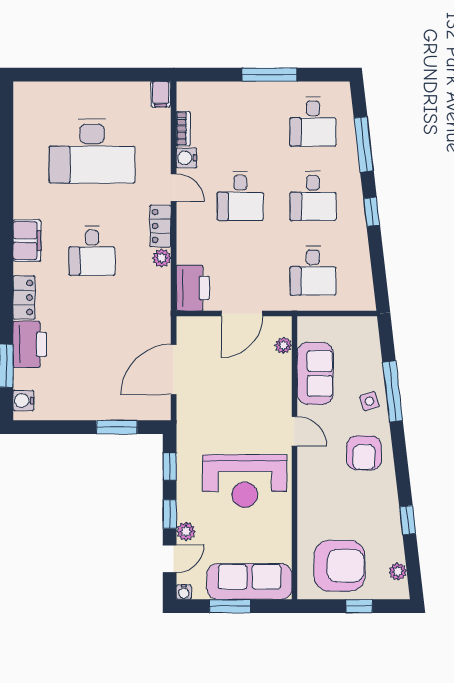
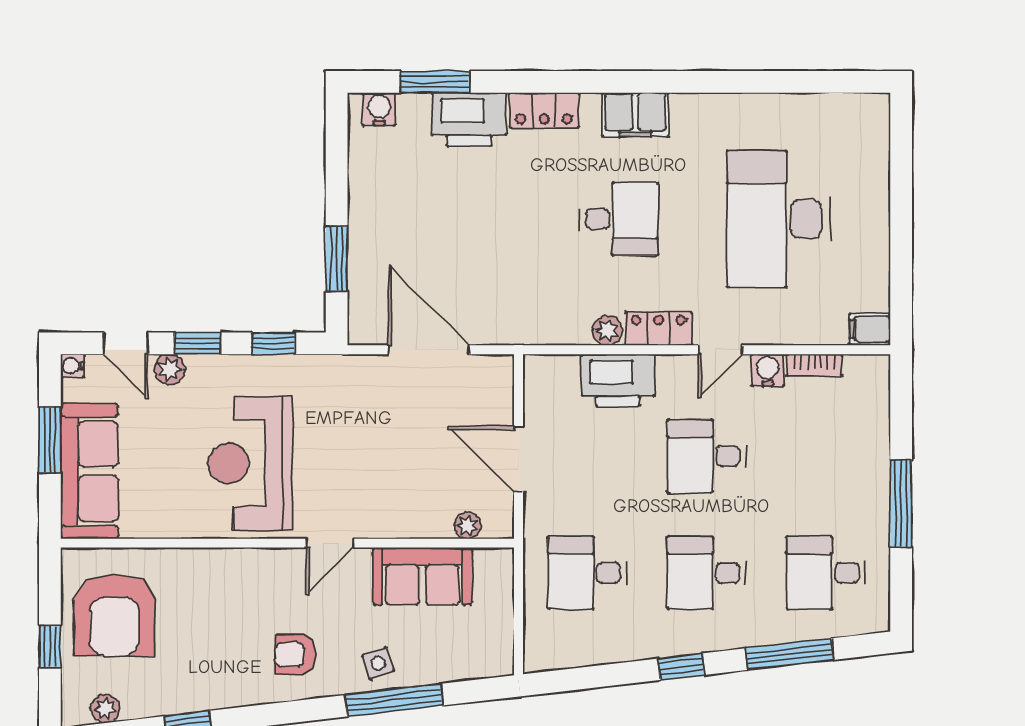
desk: (92, 251) -> (619, 219), turned 180
printer: (193, 288) -> (618, 380), moved
armchair: (364, 453) -> (295, 654), width x0.72, depth x0.72

